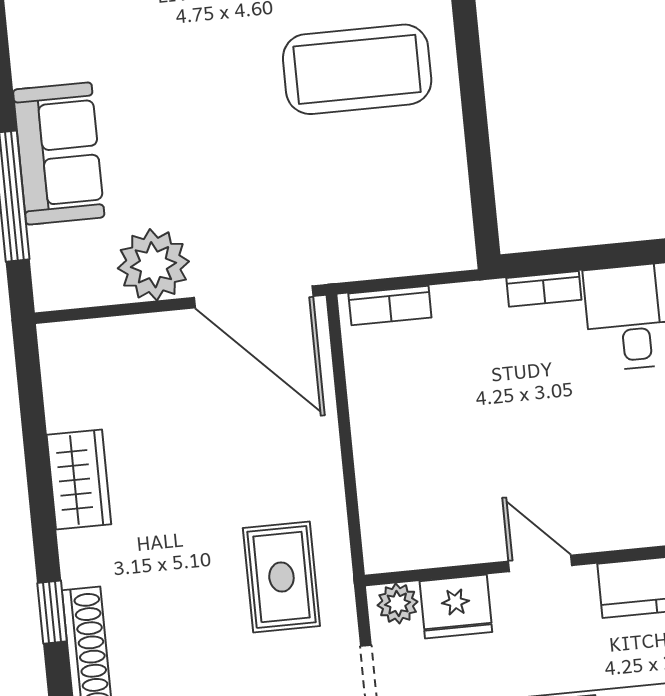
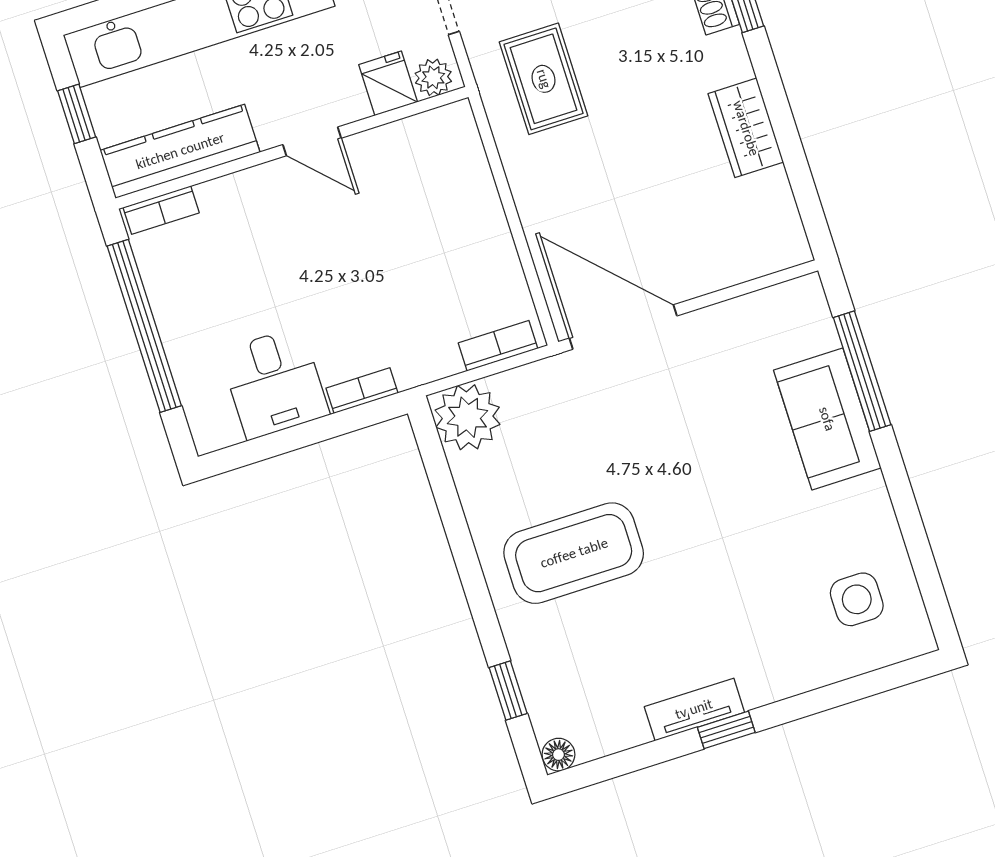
plant: (153, 265) -> (468, 417), moved
fridge: (456, 607) -> (388, 83), width x0.72

